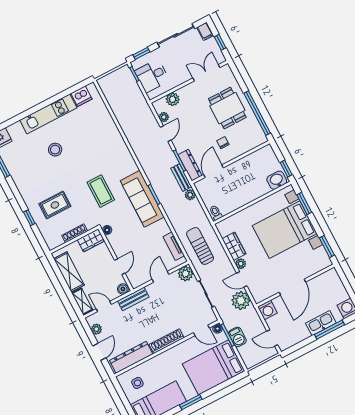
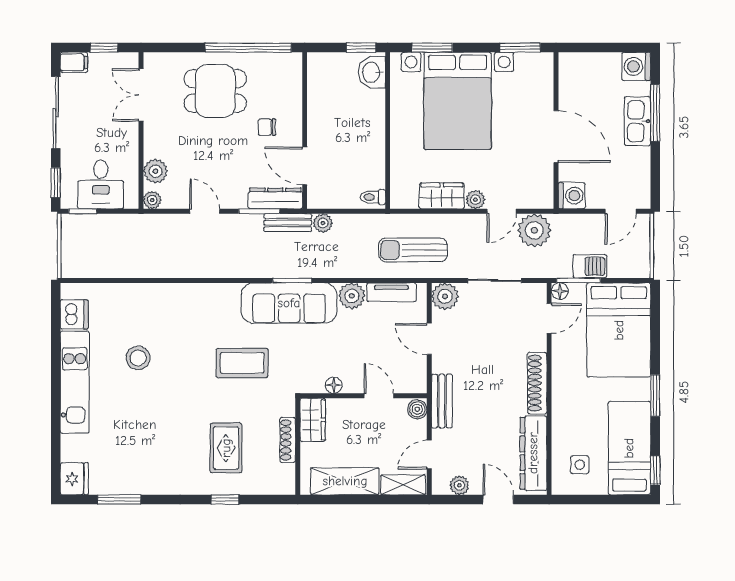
plant: (164, 117) -> (152, 200), moved
stool: (55, 150) -> (138, 358), moved
plant: (162, 228) -> (352, 296), added
floor lamp: (107, 230) -> (334, 385), moved

